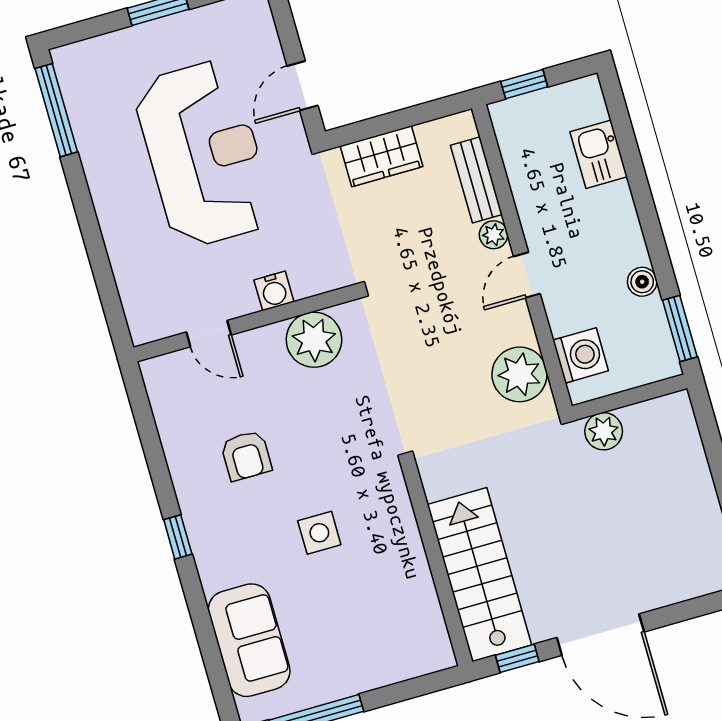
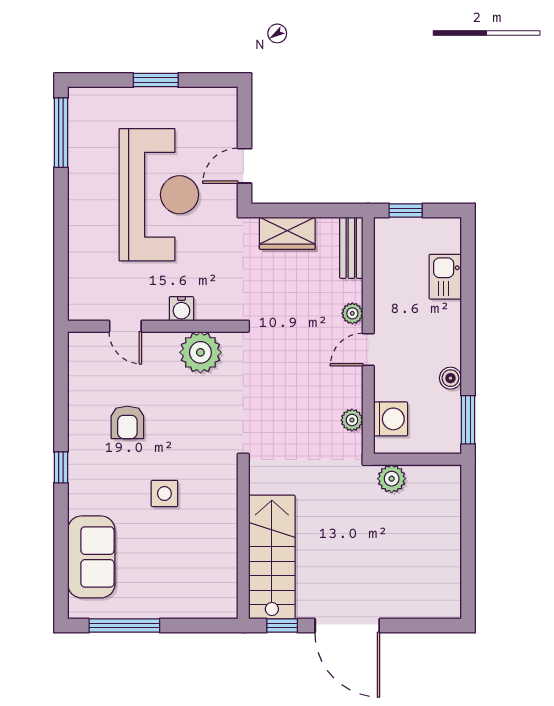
bench: (476, 180) -> (351, 248), moved
plant: (519, 374) -> (352, 420), width x0.53, depth x0.53

